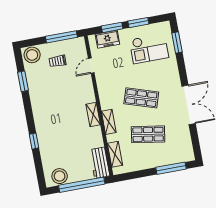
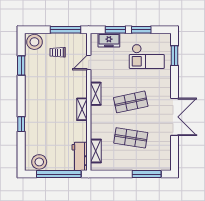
shop shelf: (141, 98) -> (131, 102), turned -30
shelving: (109, 122) -> (96, 94), moved

